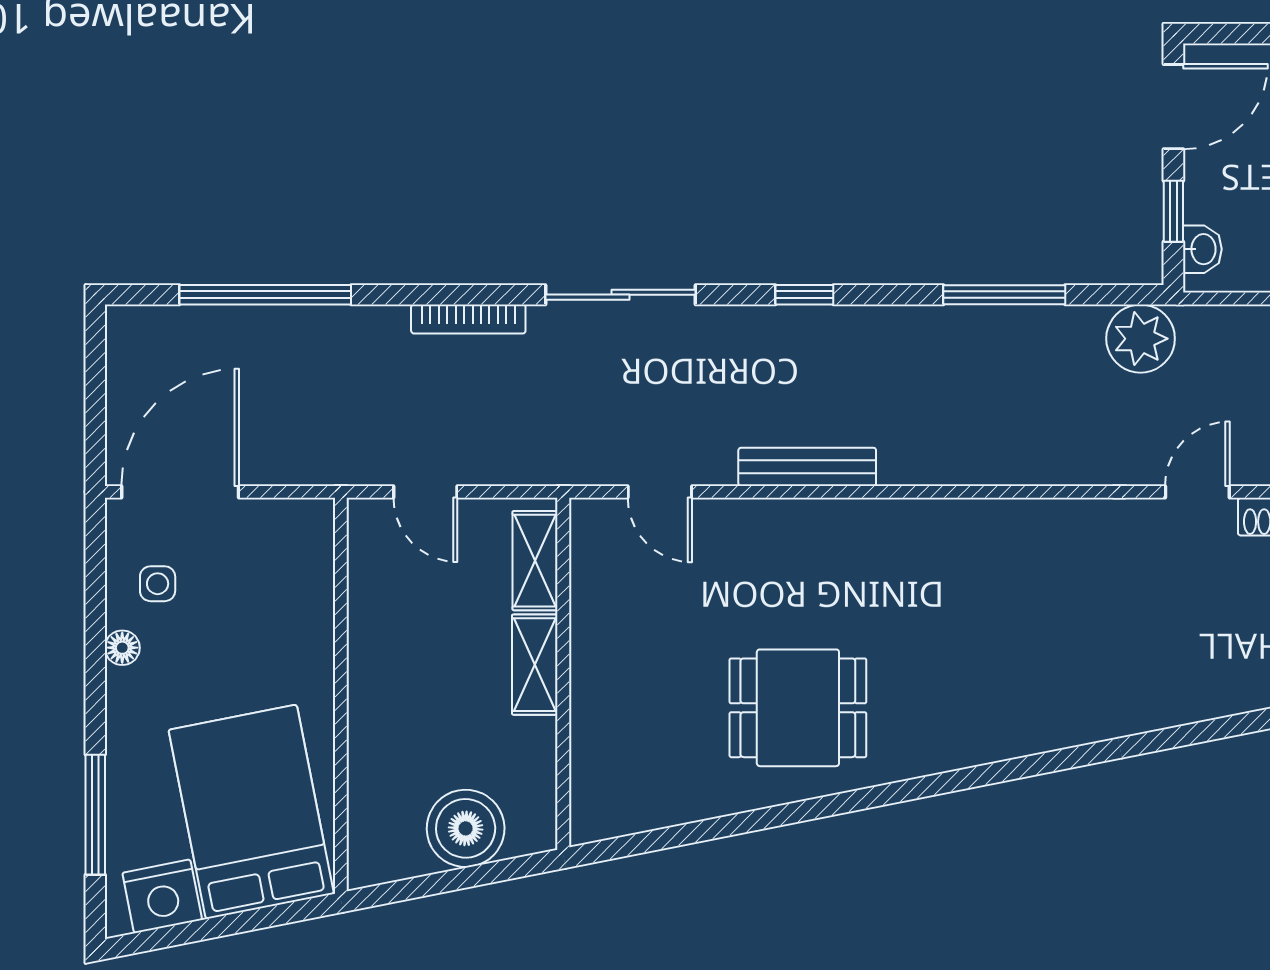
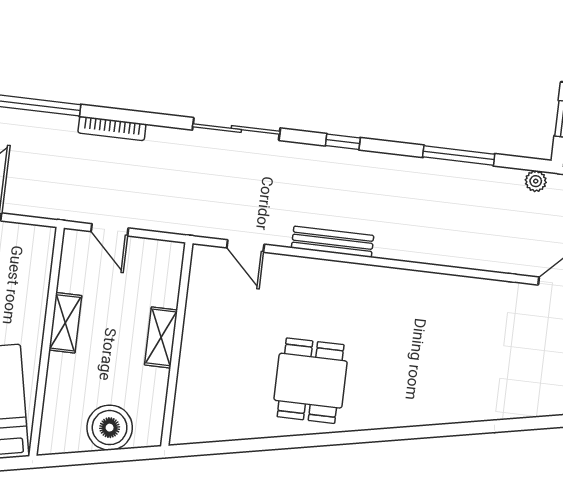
bookcase: (468, 319) -> (112, 128), moved
plant: (1141, 339) -> (536, 181), width x0.53, depth x0.53
shelving: (535, 561) -> (65, 323), moved
dining table: (798, 708) -> (311, 381), turned 90

